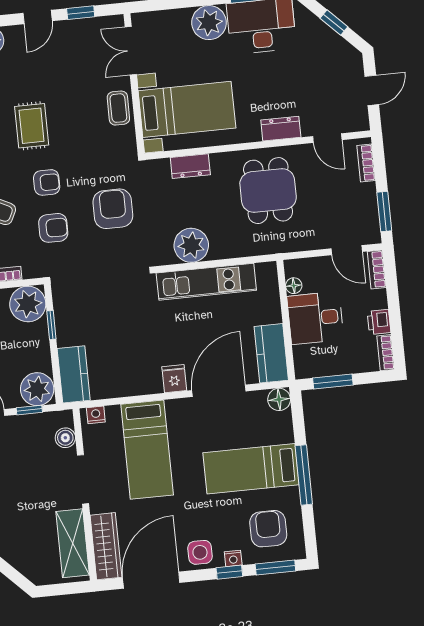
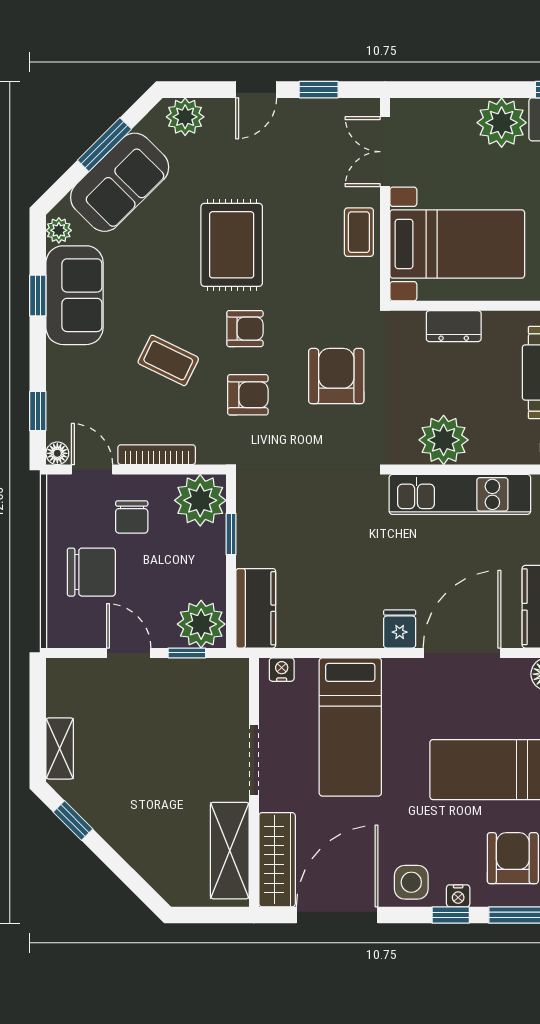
rug: (32, 126) -> (232, 245), width x1.36, depth x1.43
boiler: (65, 438) -> (235, 698), removed

